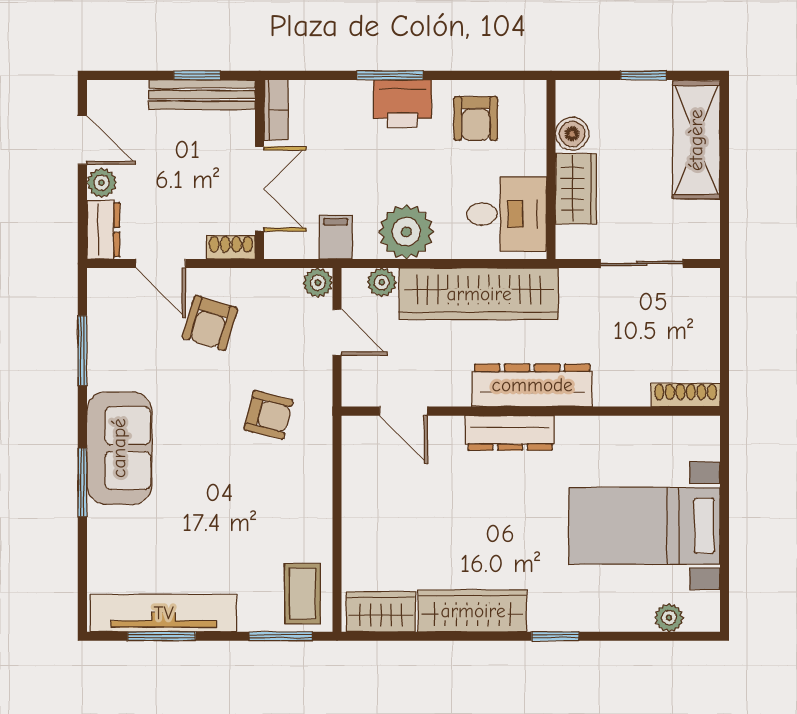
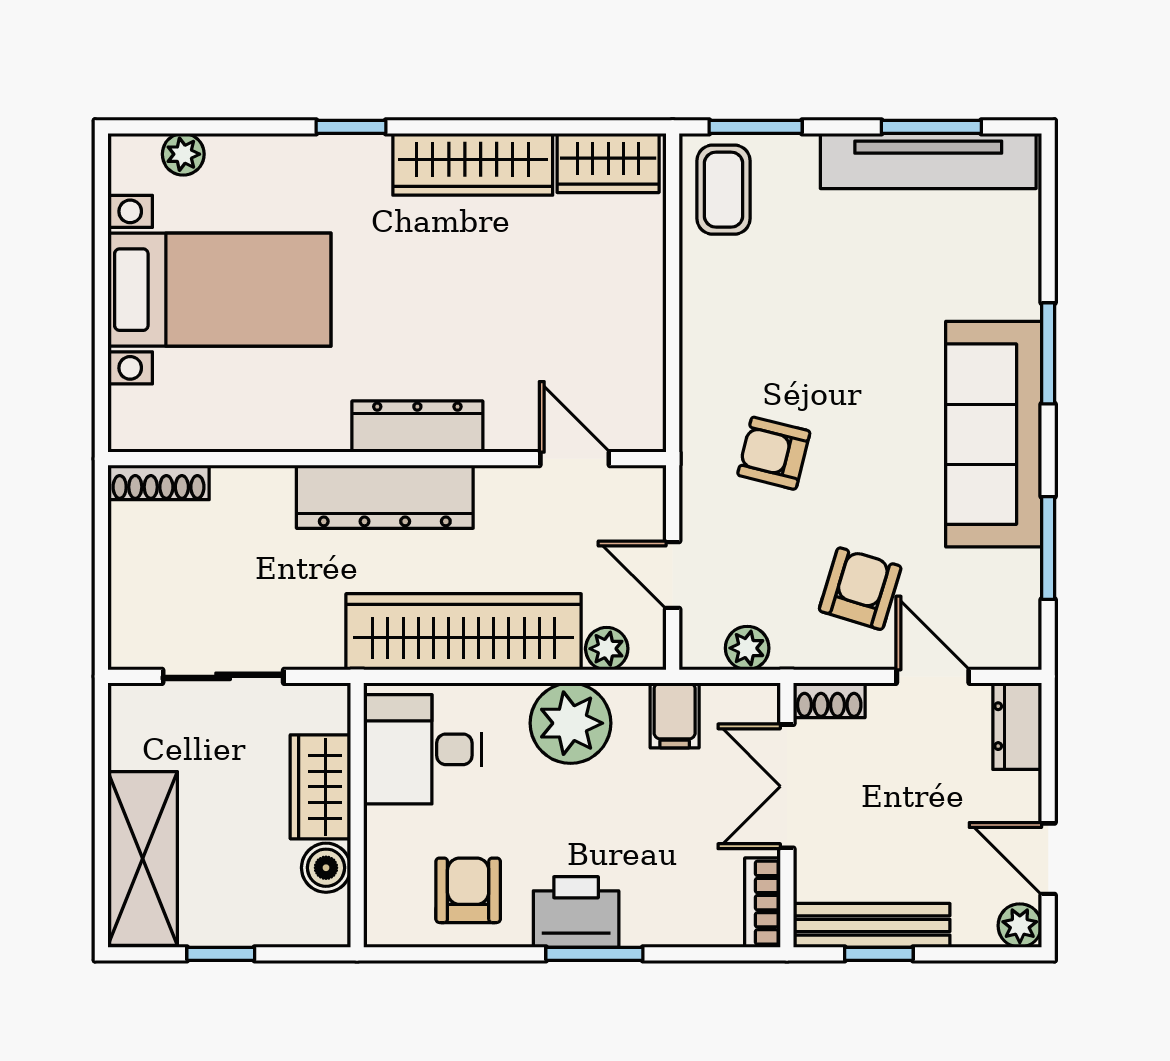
plant: (102, 183) -> (1020, 926), moved
plant: (318, 283) -> (747, 648), moved
sofa: (119, 448) -> (994, 434), width x1.36

